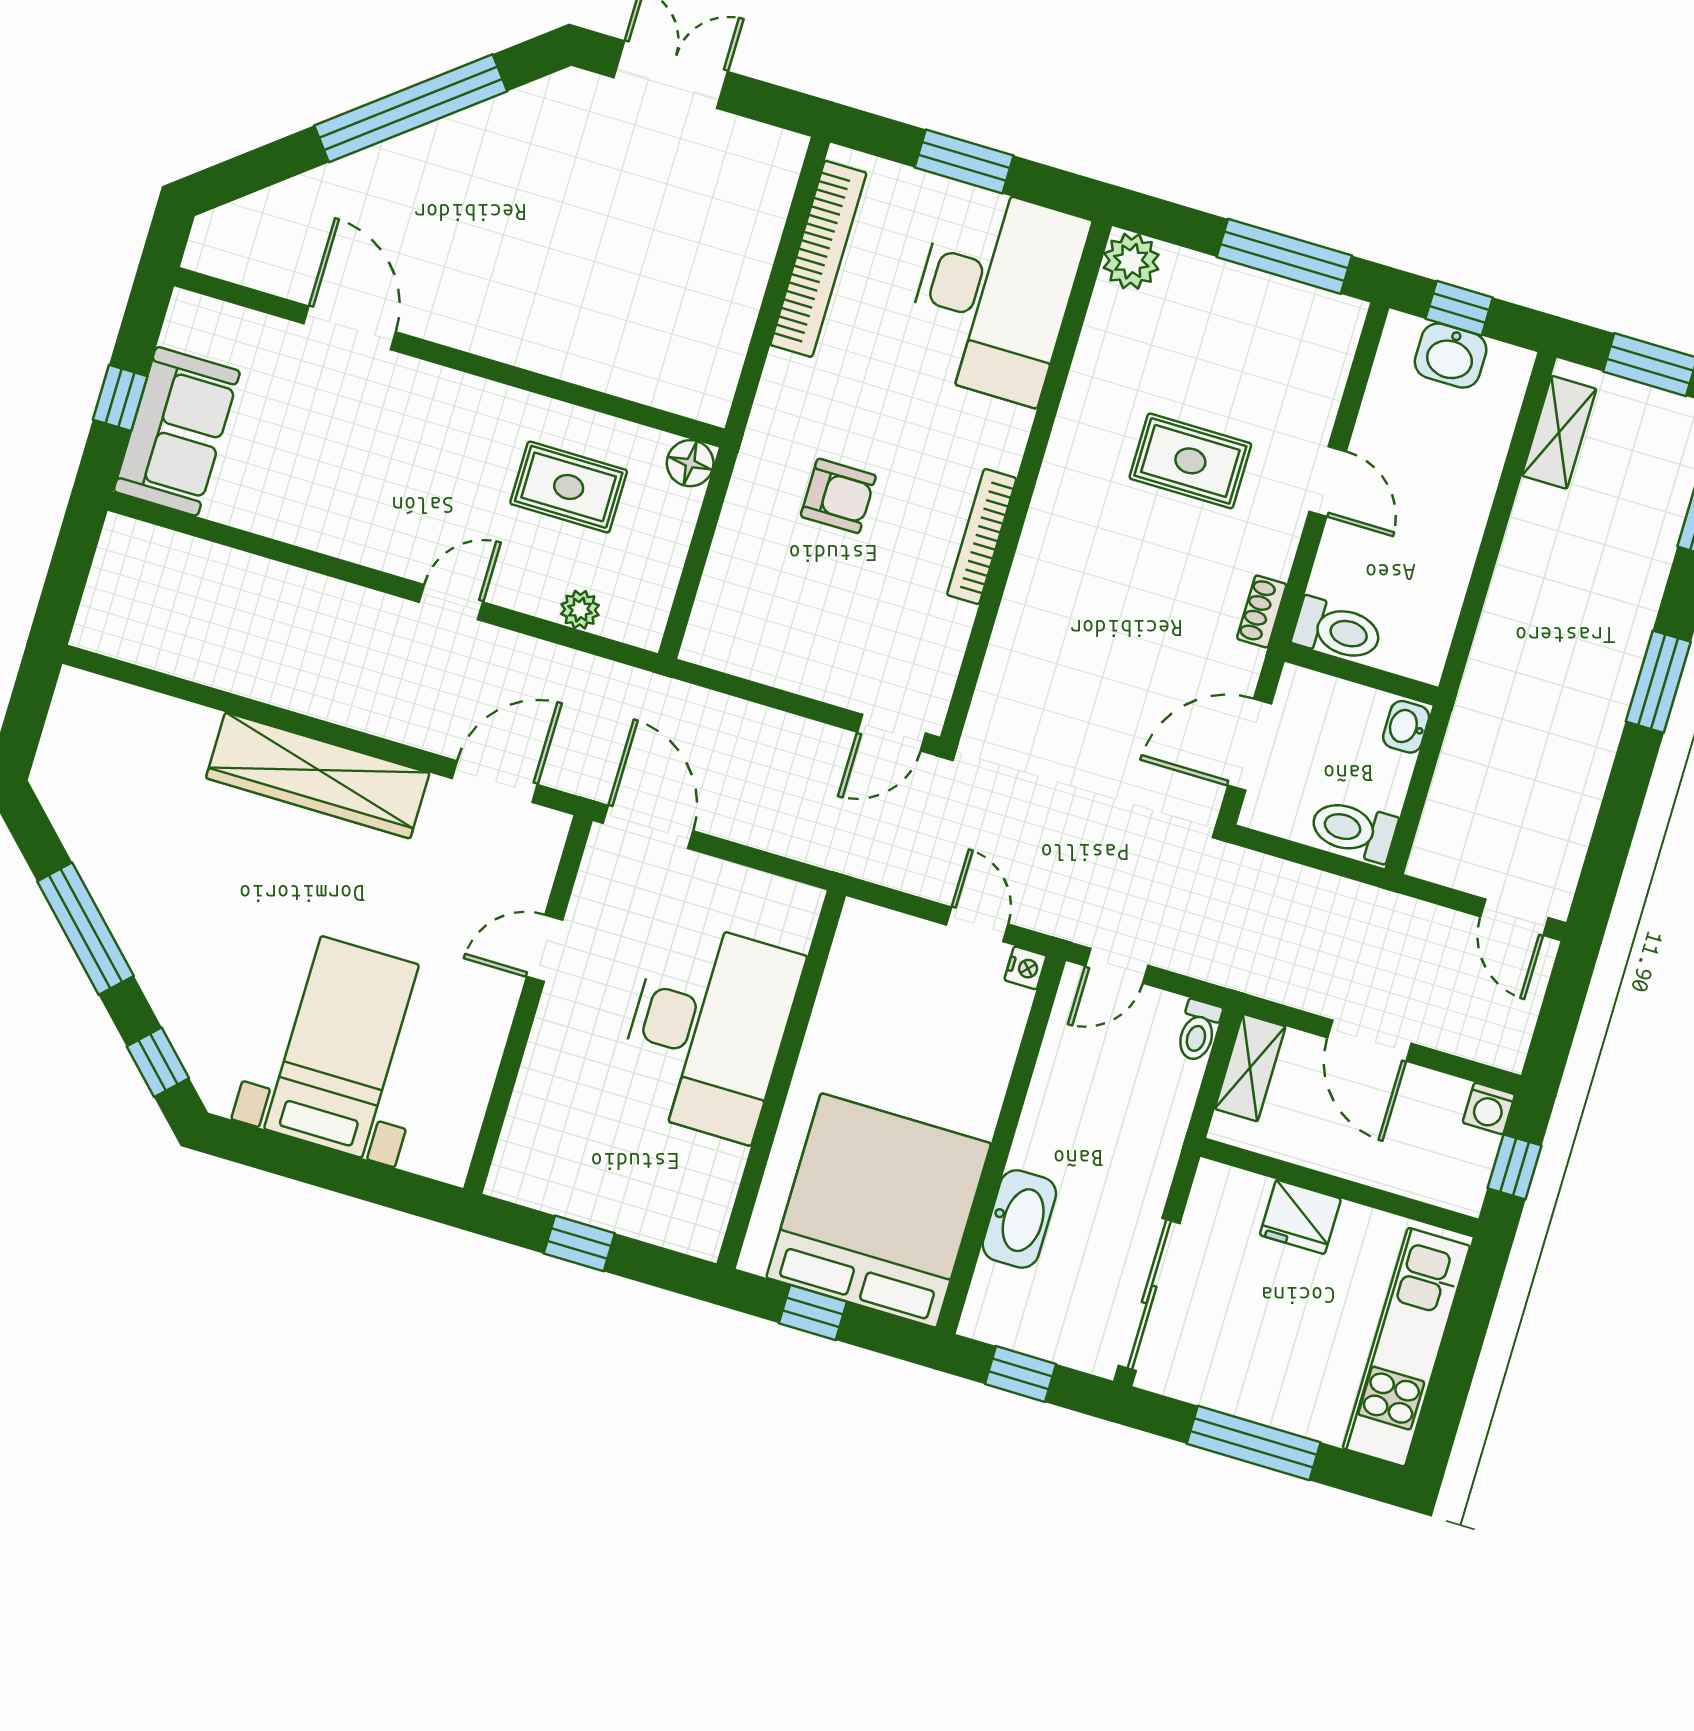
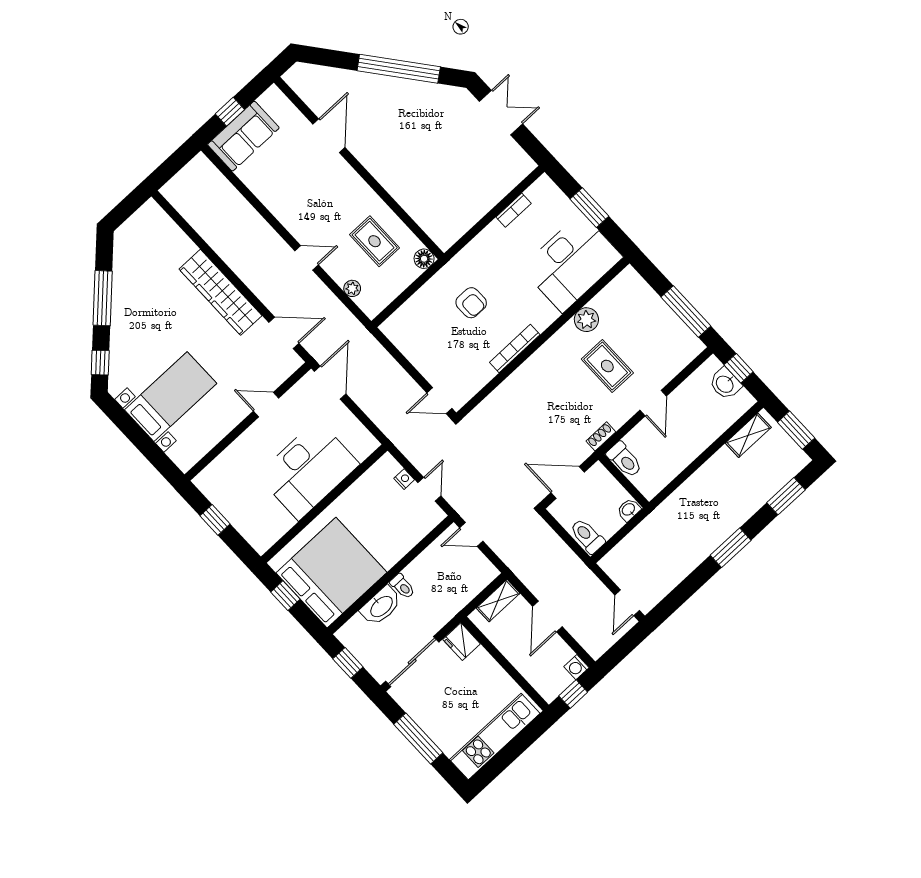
bookcase: (818, 259) -> (514, 210), width x0.43, depth x0.76
plant: (1131, 261) -> (586, 320), moved
nightstand: (1025, 968) -> (404, 479), moved, turned -90
toilet: (1198, 1031) -> (403, 586), moved, turned -90
fridge: (1300, 1217) -> (462, 642), moved

